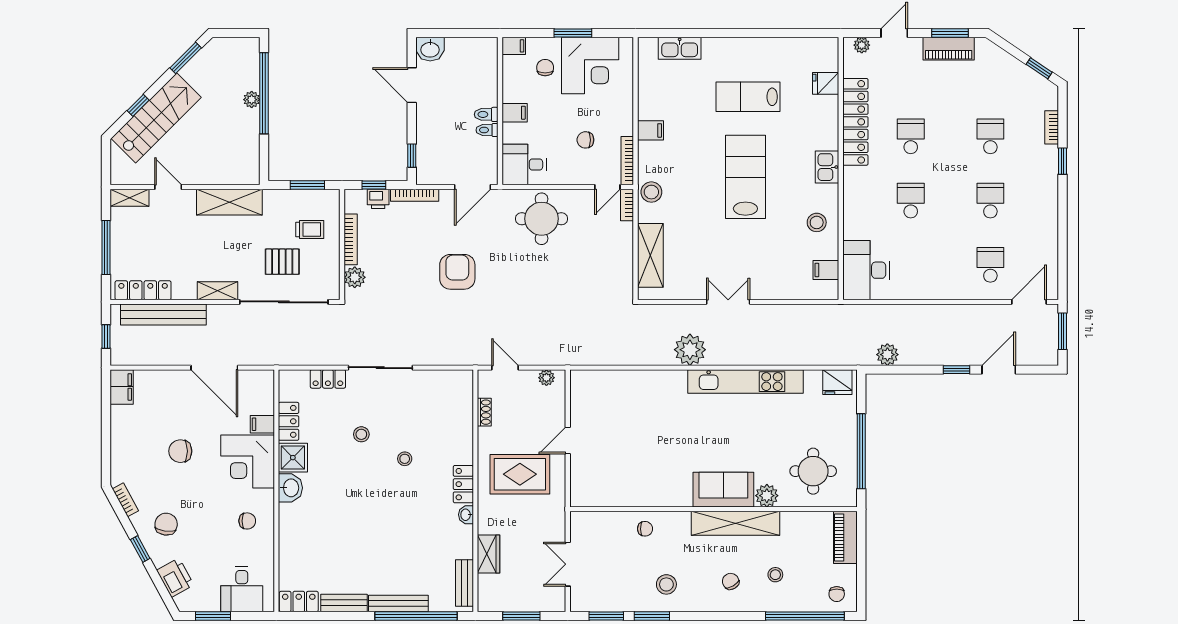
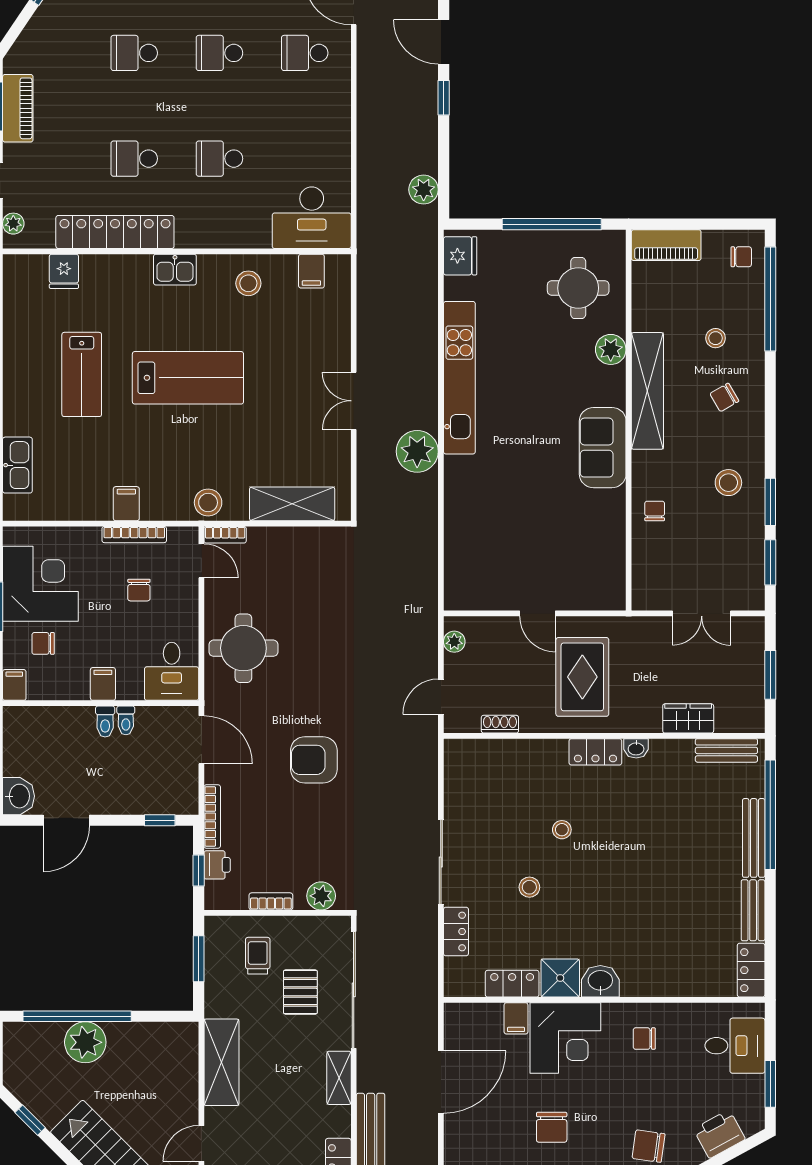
window: (186, 58) -> (30, 1120), width x0.67
plant: (252, 100) -> (85, 1042), width x1.87, depth x1.87
bookcase: (627, 161) -> (134, 535), moved
lab bench: (745, 177) -> (188, 378), turned 180
bookcase: (351, 239) -> (271, 901), width x0.64
sofa: (723, 490) -> (603, 448), moved
chair: (247, 521) -> (644, 1039), turned -90

